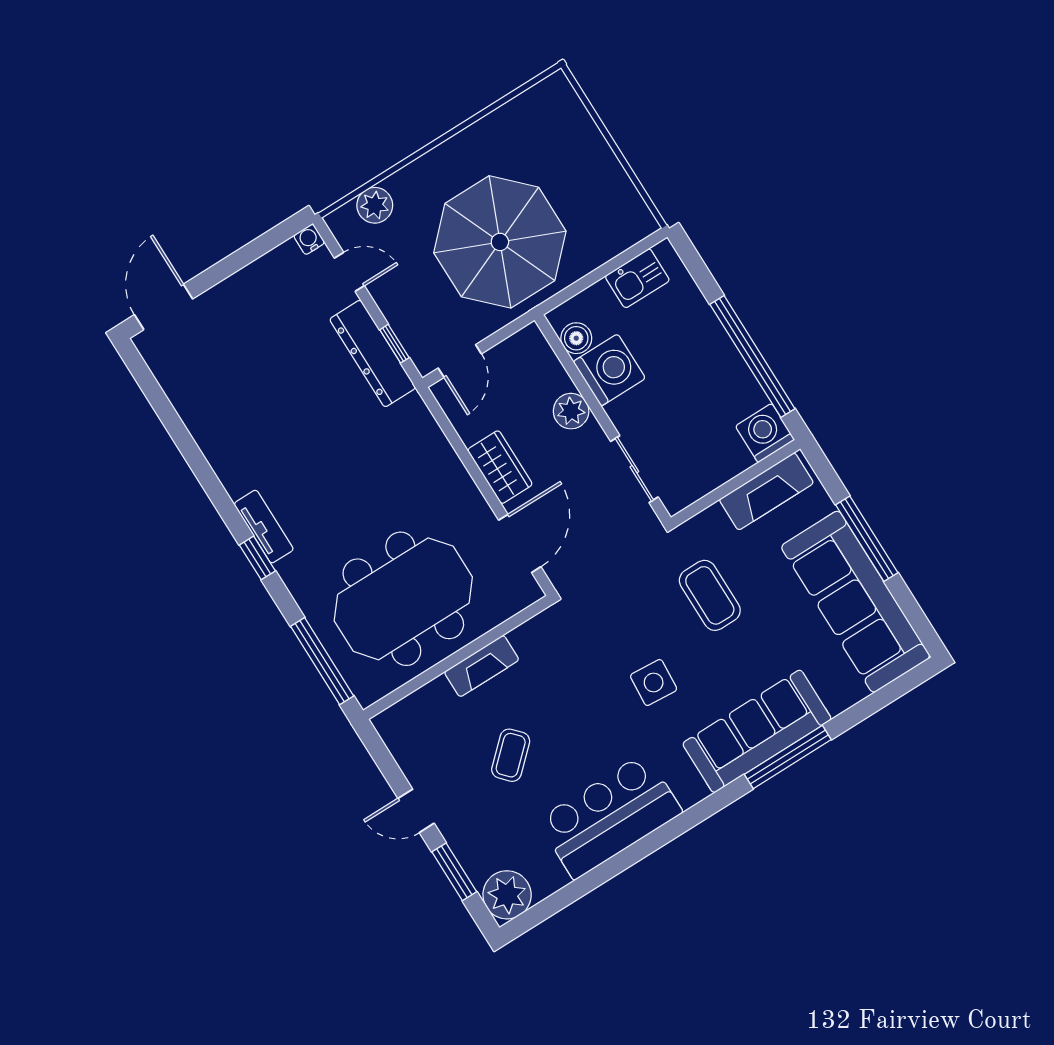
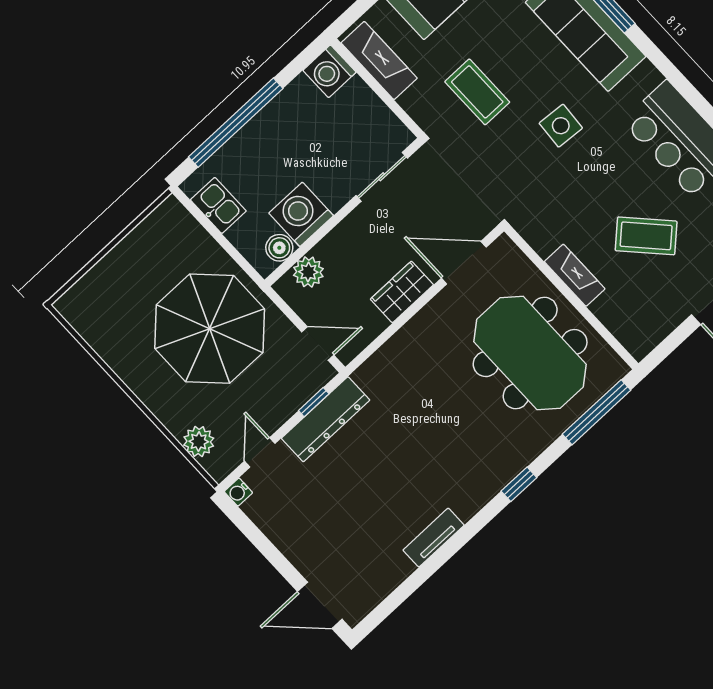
window: (752, 356) -> (236, 123), moved
plant: (571, 411) -> (308, 272), moved
tv unit: (264, 527) -> (434, 538), moved
coffee table: (710, 595) -> (477, 92), turned 90
coffee table: (511, 755) -> (646, 236), width x1.36, depth x1.30

